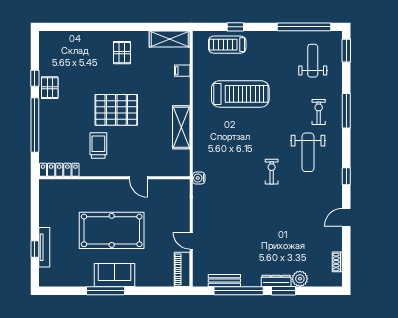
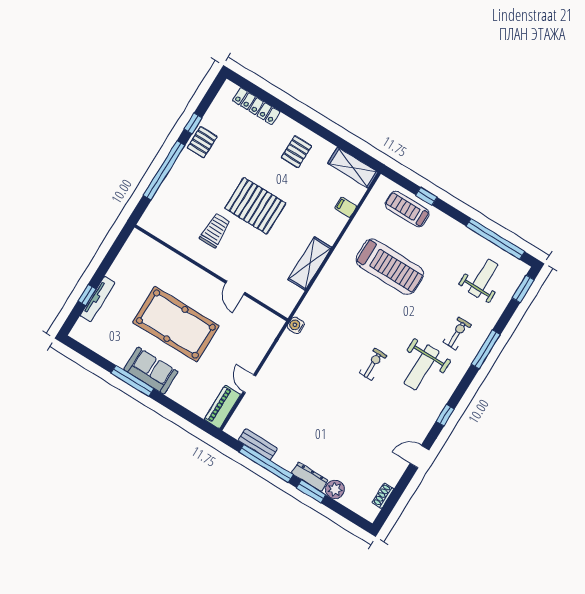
locker: (59, 170) -> (256, 106), moved, turned 180

